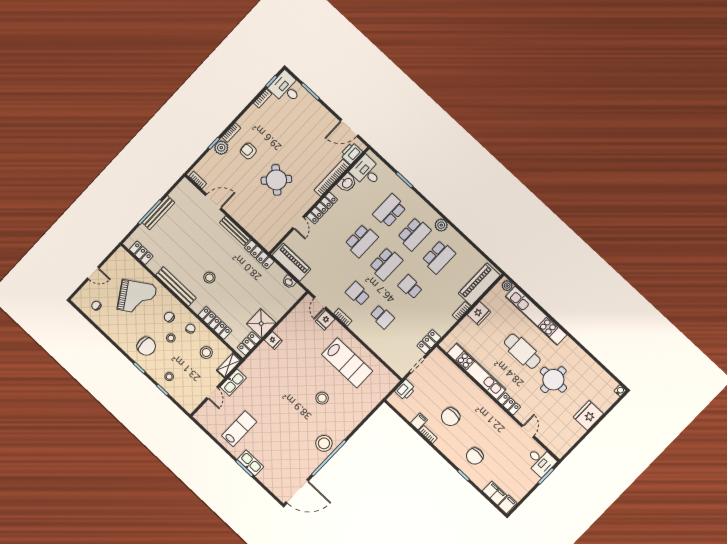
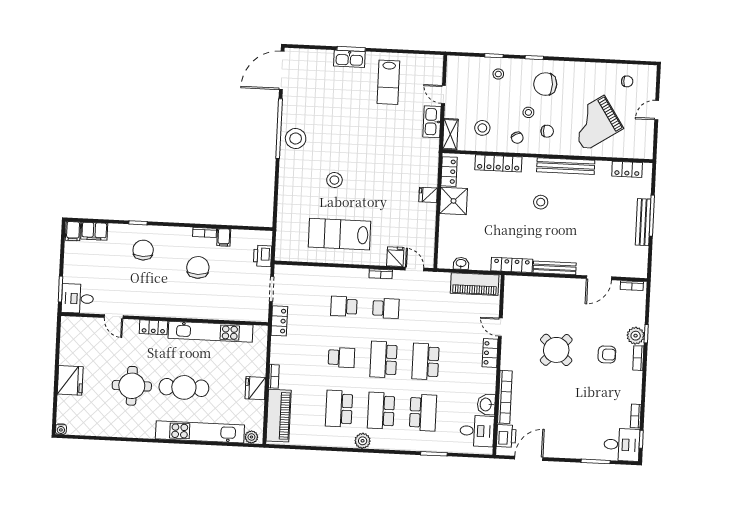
locker: (322, 208) -> (490, 353), width x0.66

